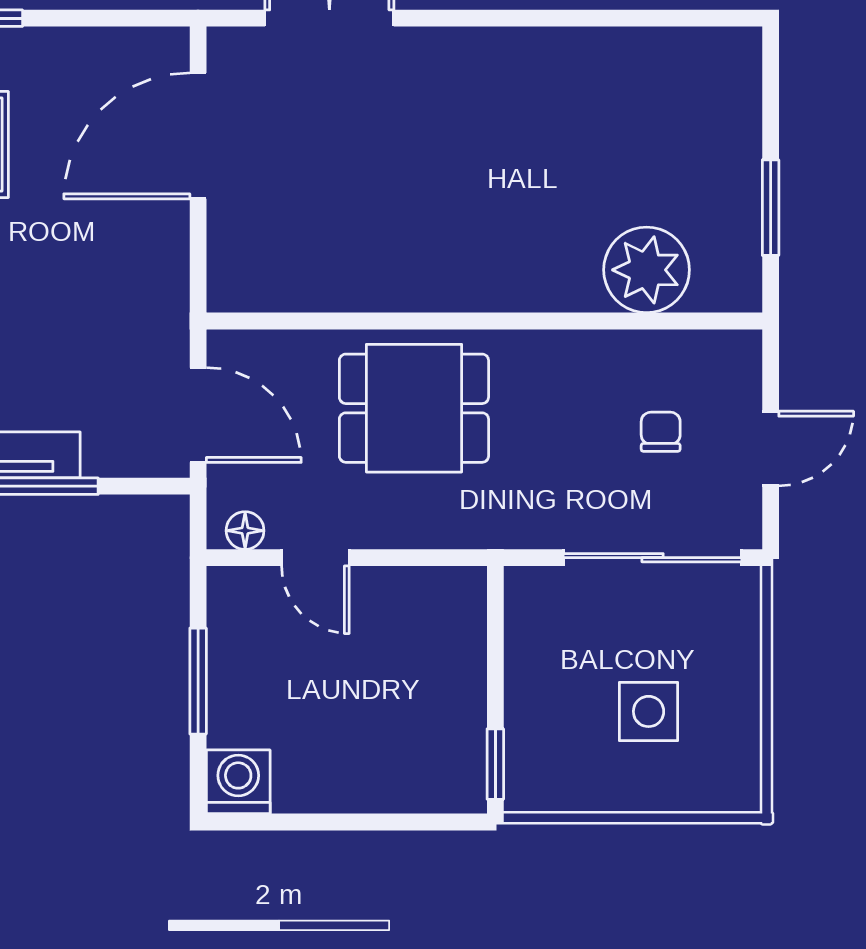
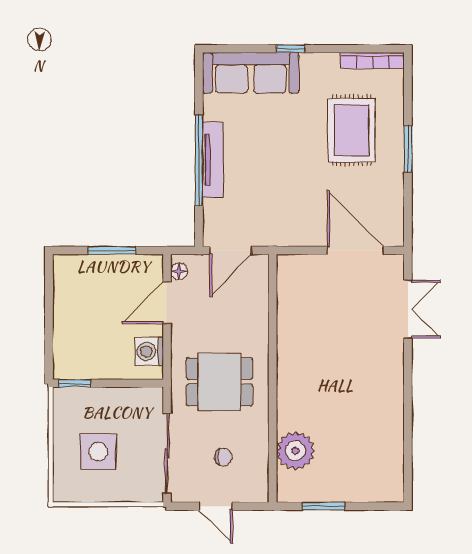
dining table: (414, 408) -> (219, 382), moved, turned 90
door: (315, 558) -> (167, 303), width x1.37
side table: (649, 711) -> (98, 452), width x1.37, depth x1.37
washing machine: (238, 782) -> (149, 351), moved, turned 180

